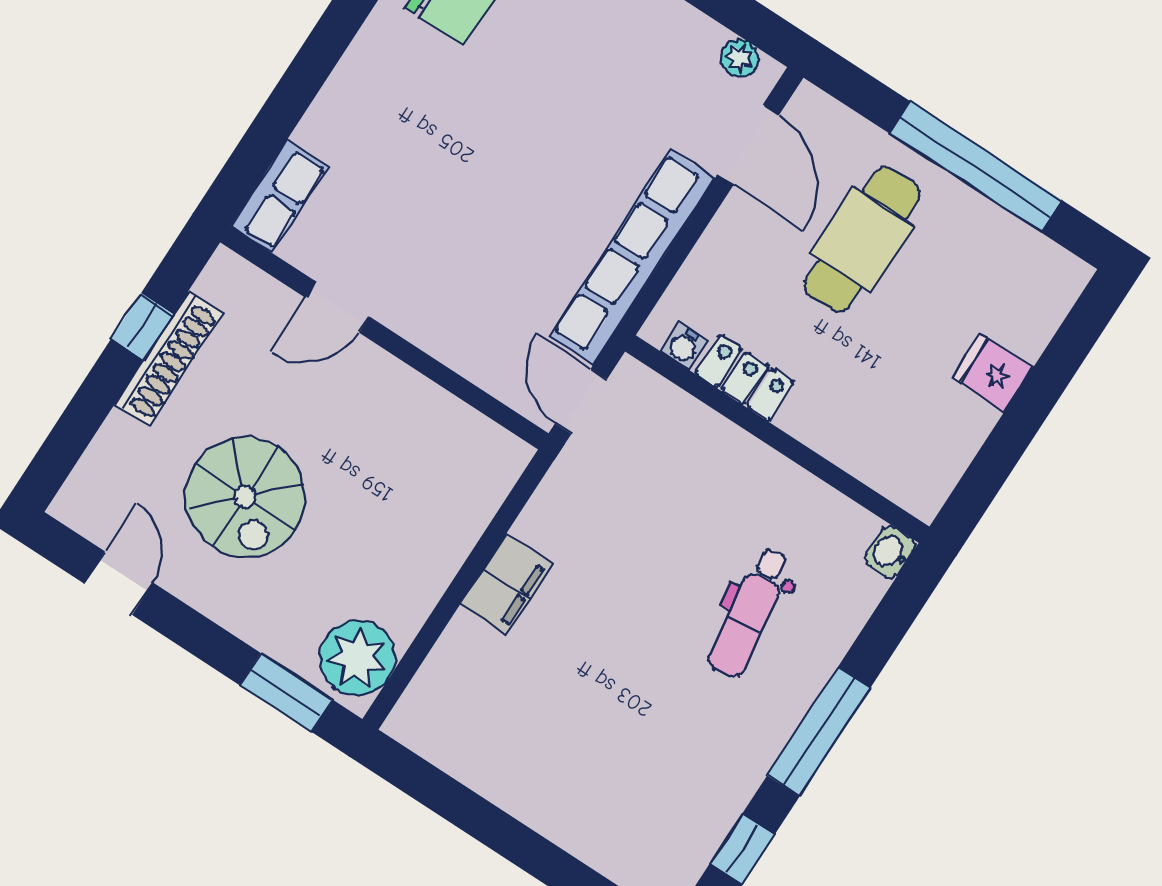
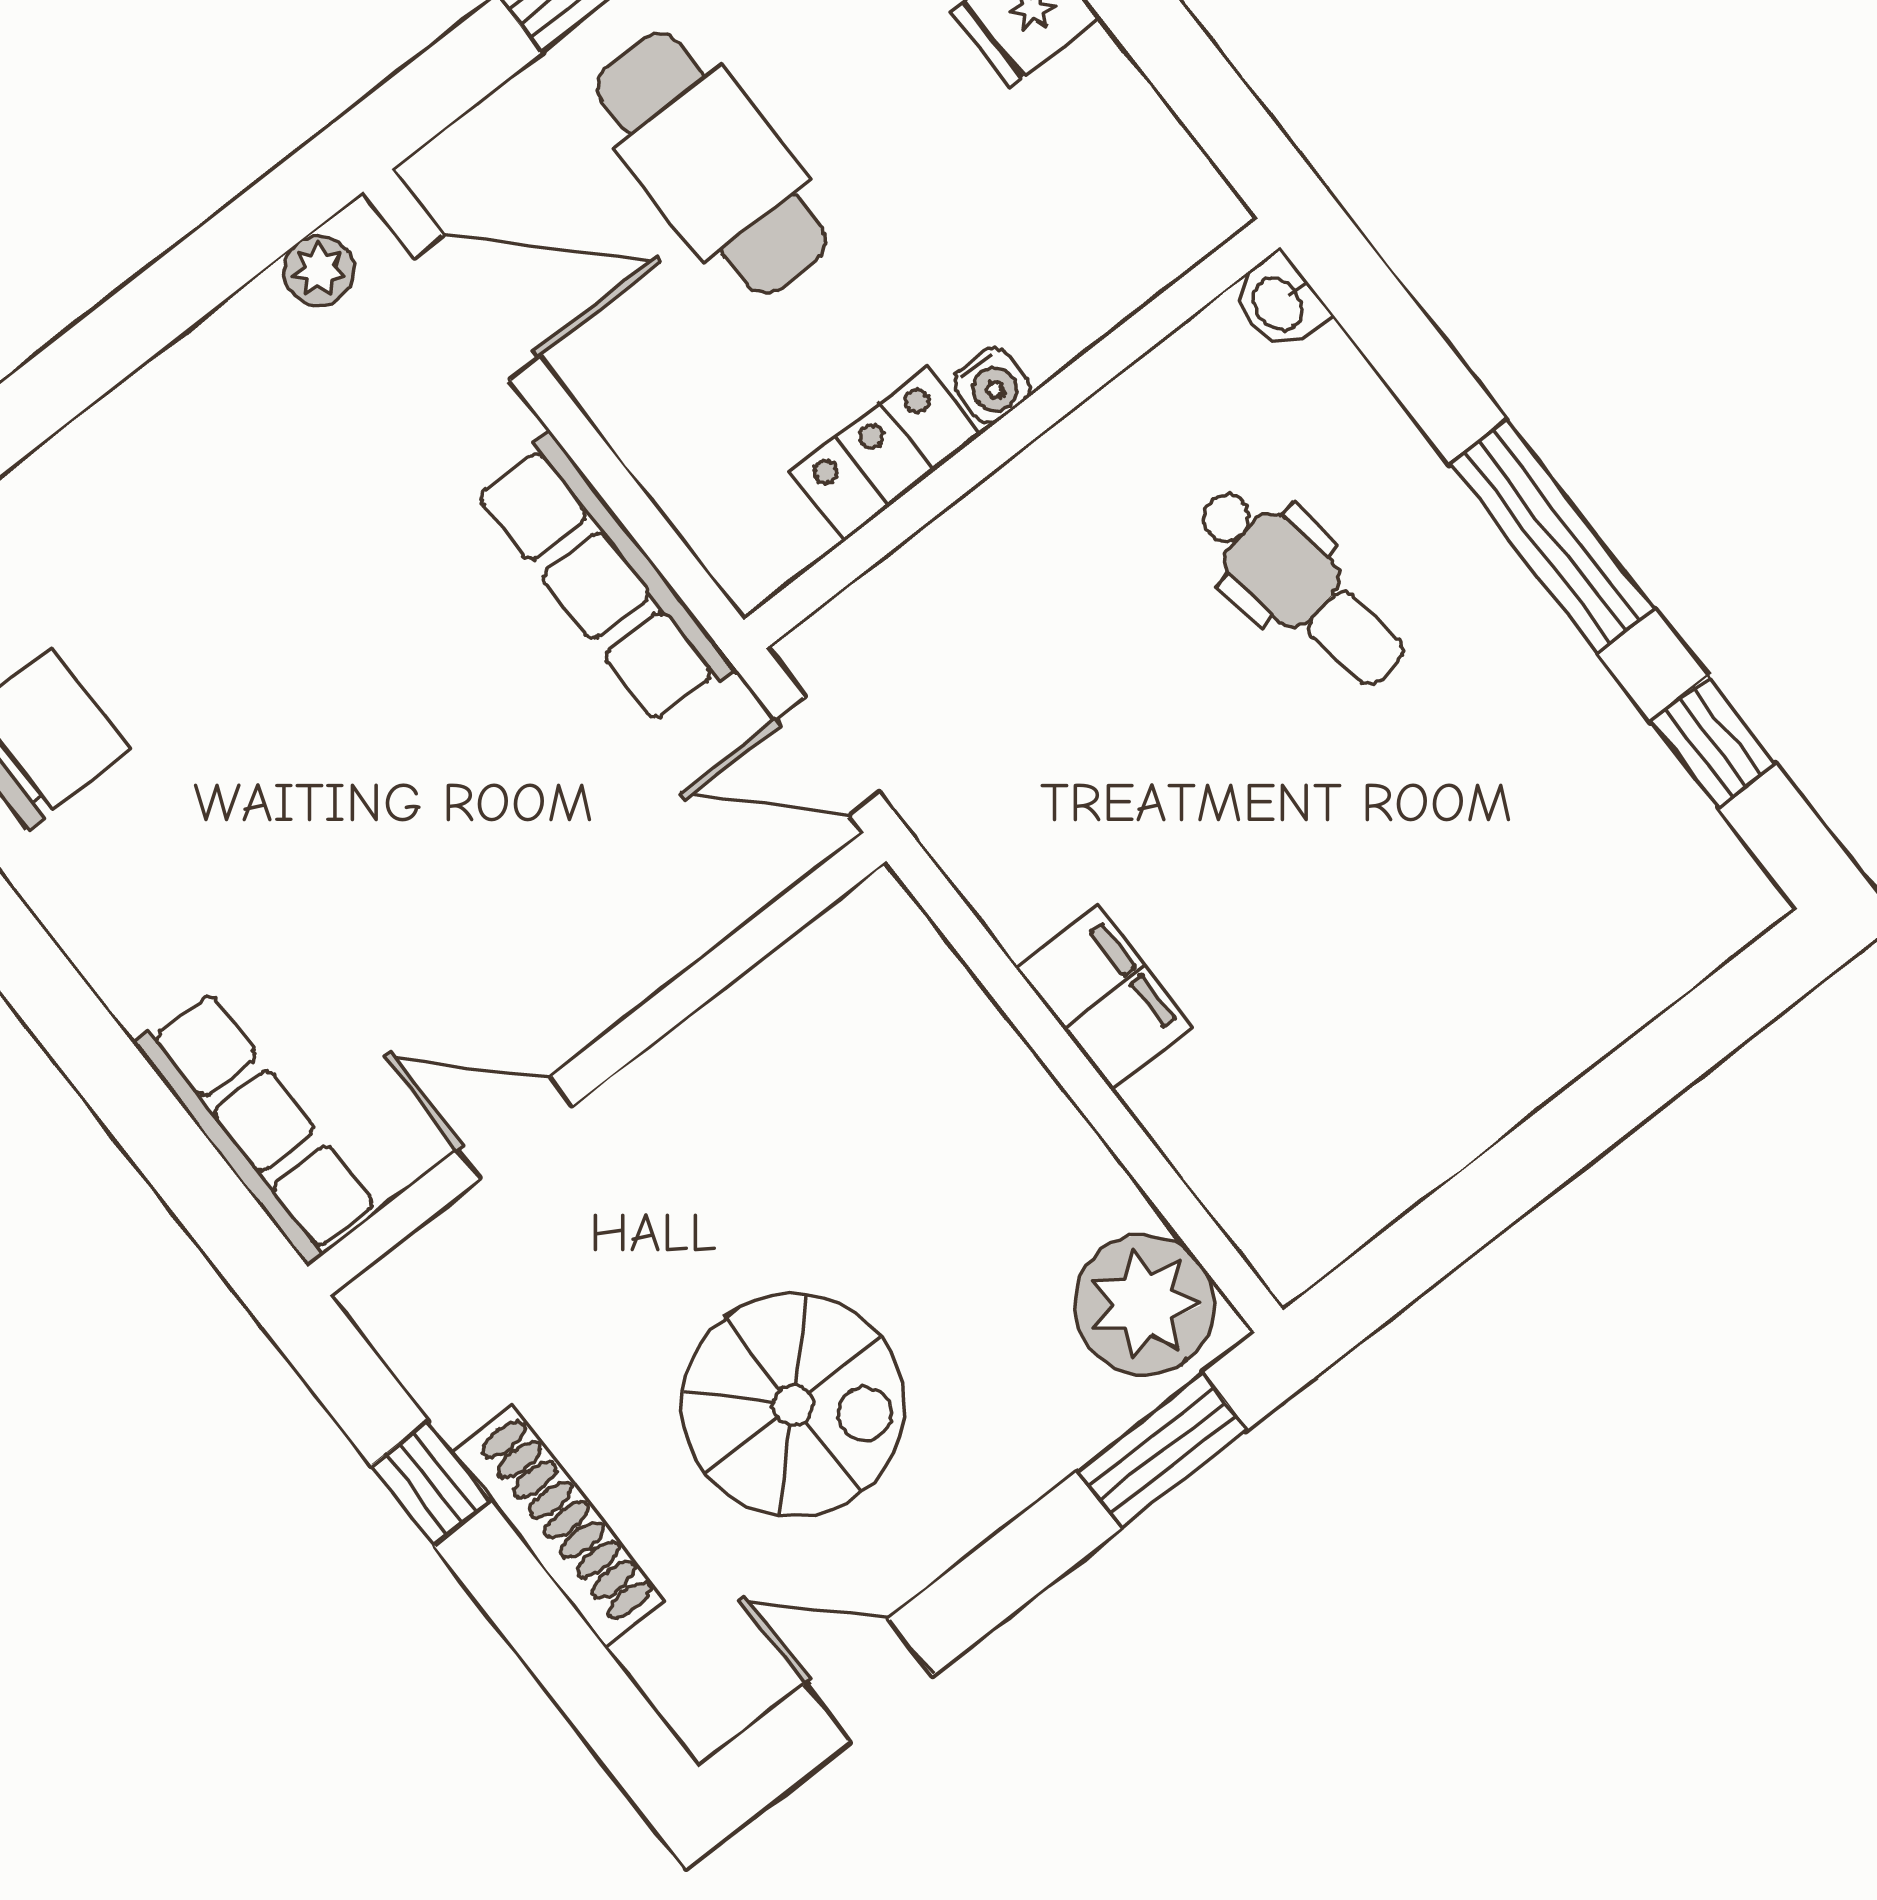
row of seats: (279, 196) -> (256, 1127), width x1.48
row of seats: (632, 257) -> (604, 579), width x0.73
door: (338, 307) -> (515, 1128), swing flipped
water cooler: (684, 346) -> (992, 385), moved
shoe rack: (169, 359) -> (559, 1526), moved

